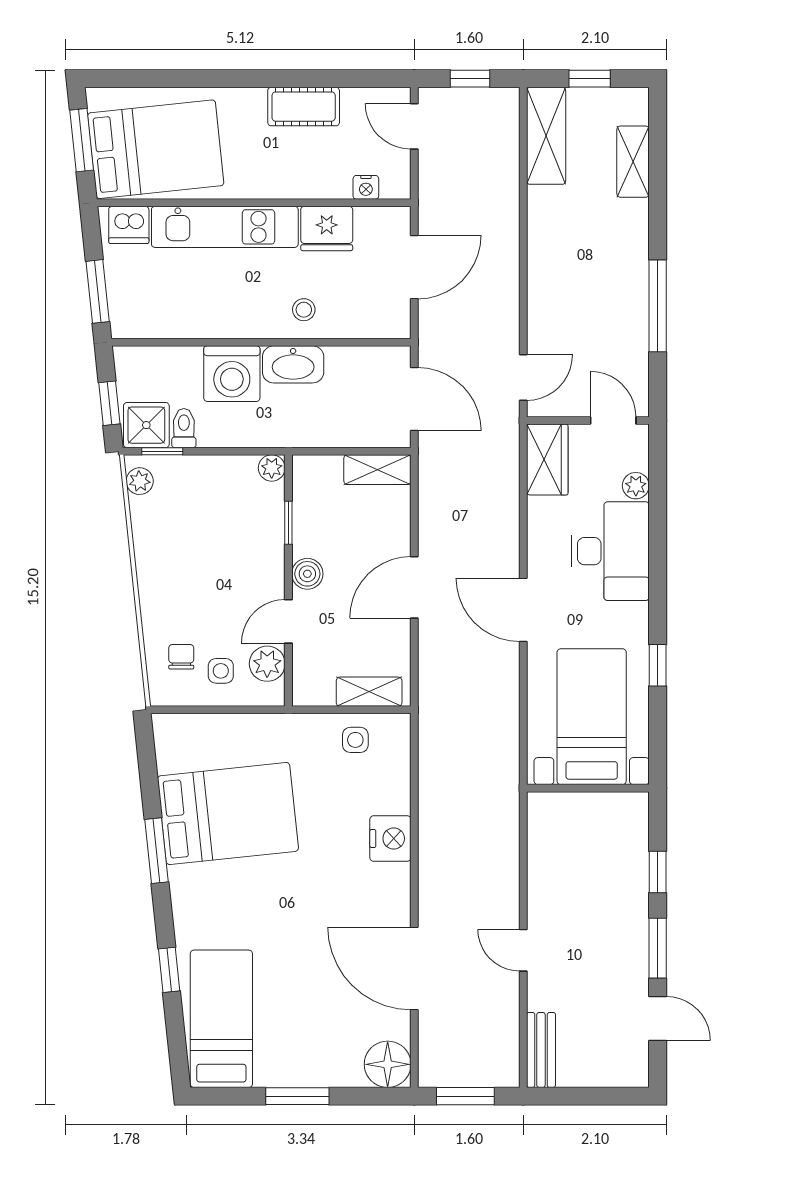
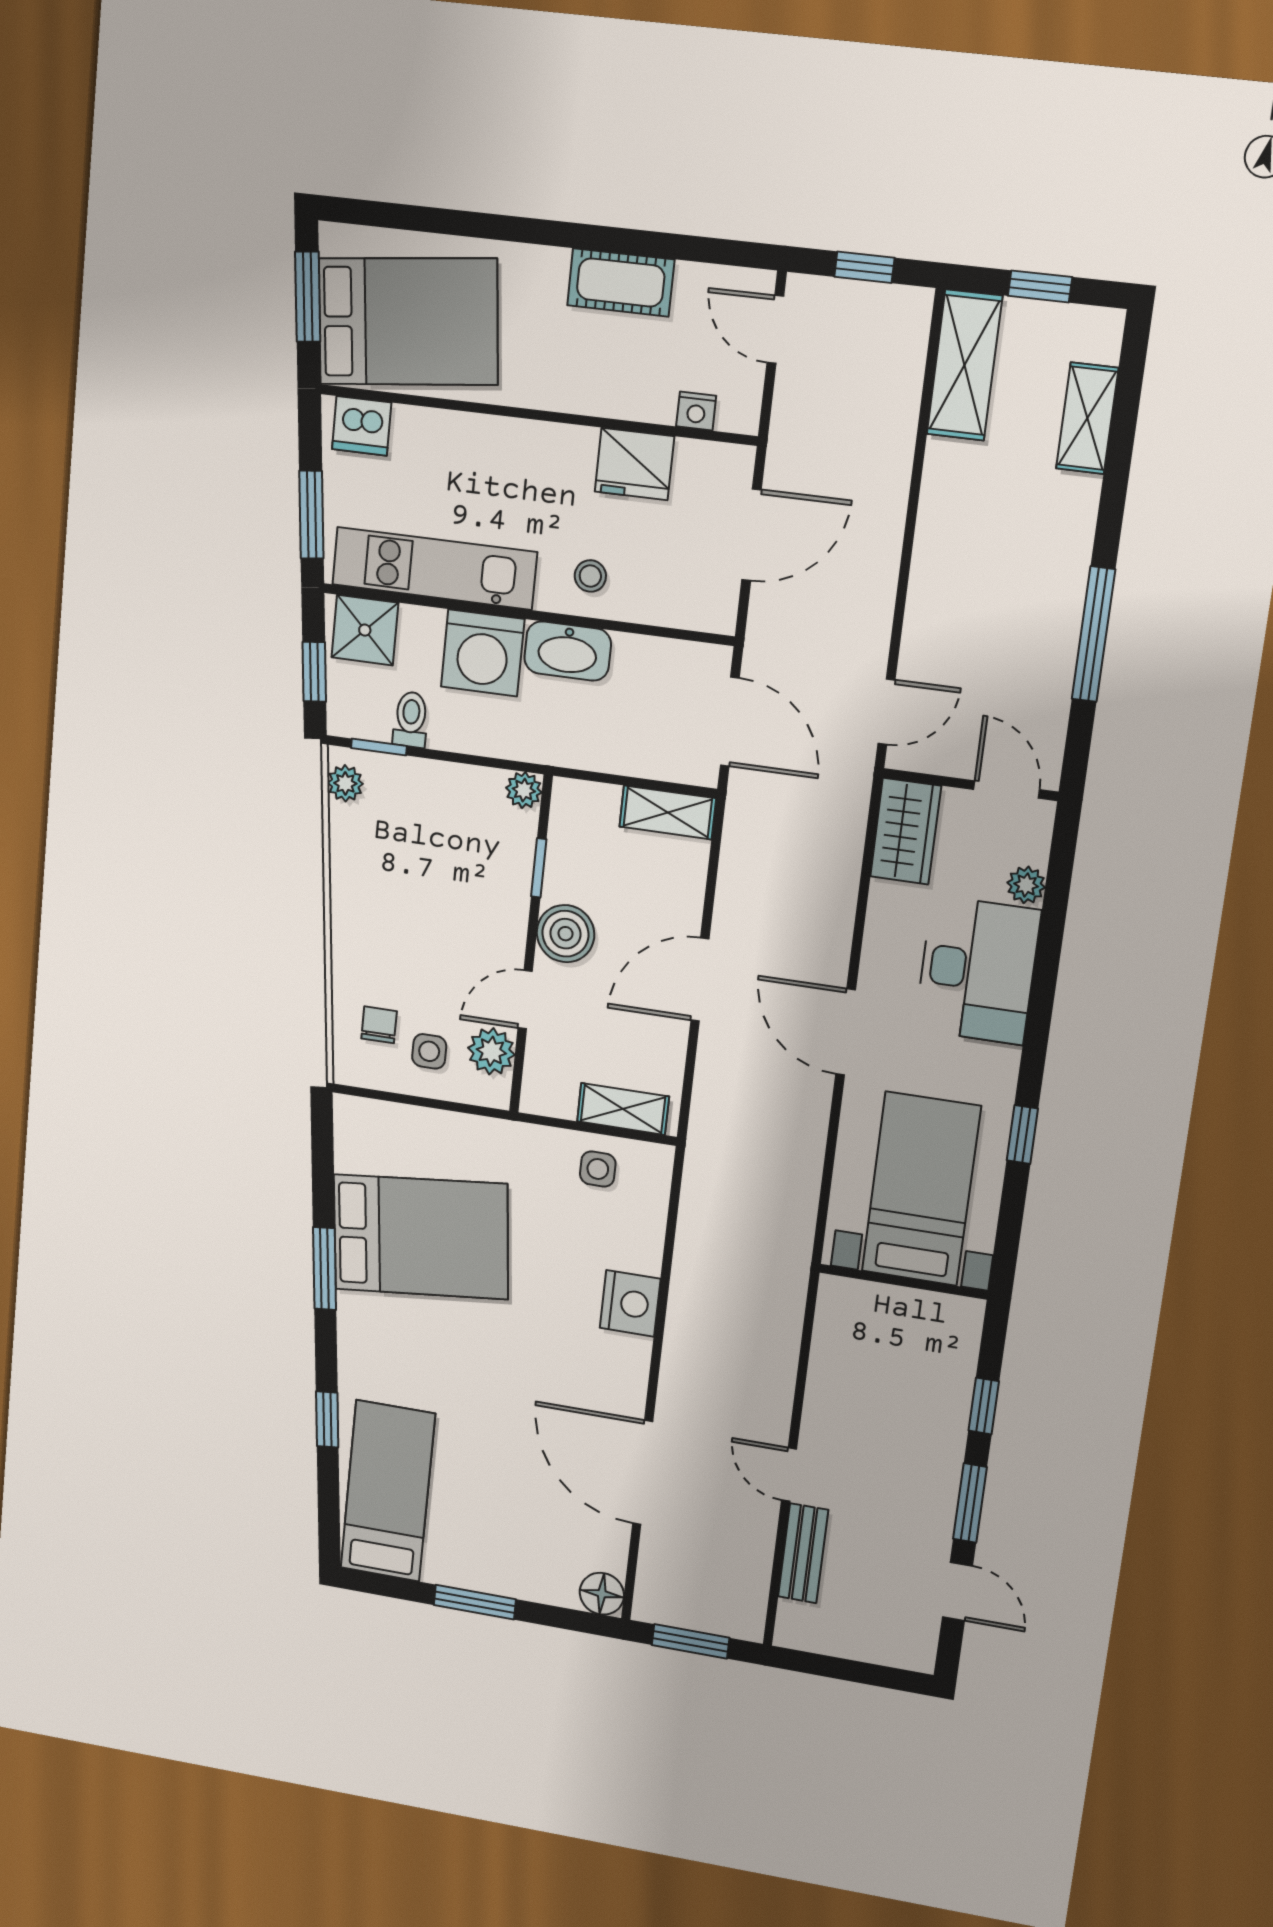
kitchen unit: (225, 227) -> (434, 568), moved, turned 180
shower: (146, 425) -> (365, 630), moved
boiler: (307, 574) -> (566, 934), width x1.36, depth x1.36
bench: (541, 1050) -> (803, 1553), moved
floor lamp: (388, 1064) -> (602, 1594), width x0.73, depth x0.73

